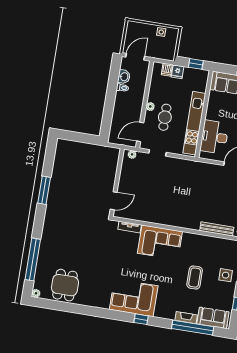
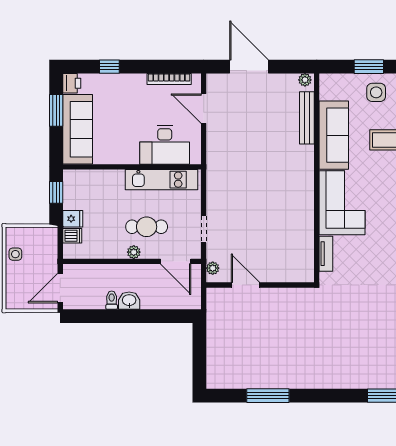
door: (135, 57) -> (60, 288), hinge flipped
washbasin: (124, 77) -> (129, 301), moved
kitchen unit: (194, 123) -> (162, 180), width x0.73
window: (44, 190) -> (268, 396), moved
door: (114, 201) -> (245, 285), moved
sofa: (203, 244) -> (334, 135), added

